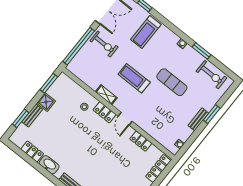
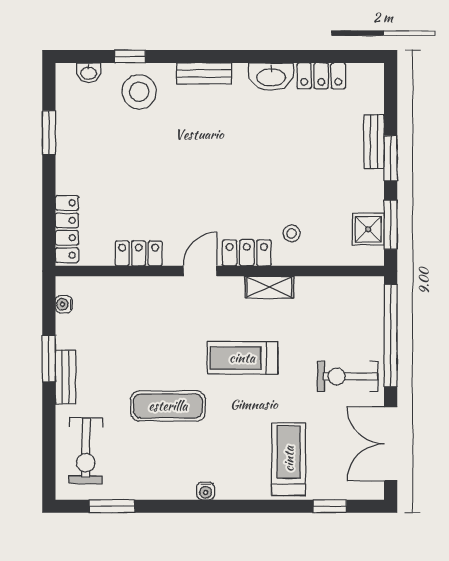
window: (202, 51) -> (112, 506), moved
exercise bike: (211, 75) -> (86, 451), moved, turned -89
treadmill: (134, 78) -> (242, 358), turned 180
shower: (46, 102) -> (368, 229), moved
window: (212, 114) -> (49, 358), moved
window: (21, 118) -> (391, 158), moved
door: (125, 119) -> (200, 271), hinge flipped

